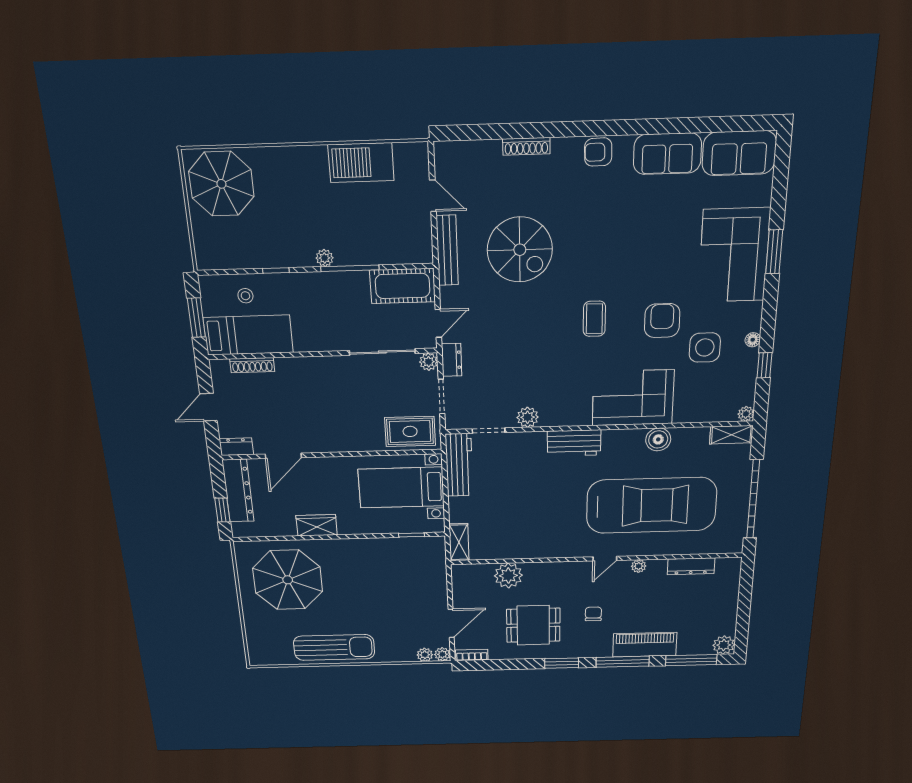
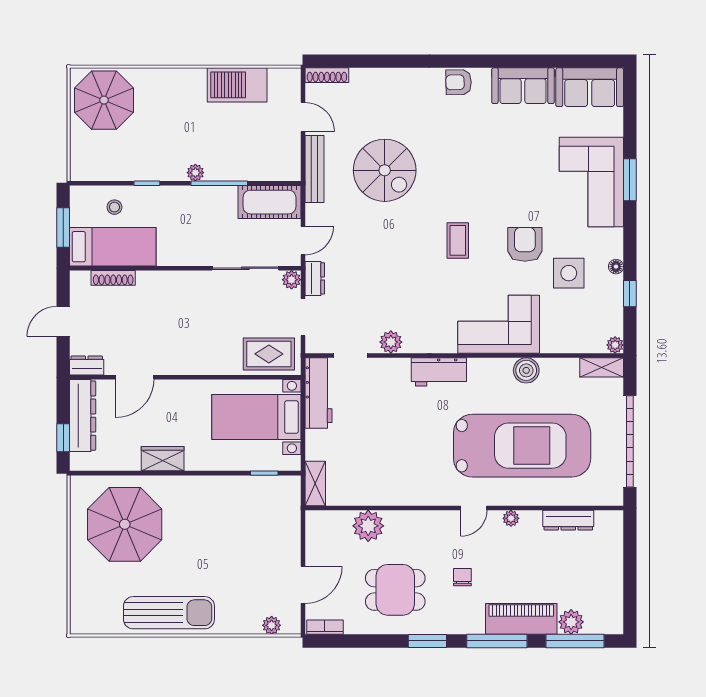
shoe rack: (526, 146) -> (327, 75), moved
plant: (724, 645) -> (571, 622), moved
plant: (442, 654) -> (292, 625), removed

